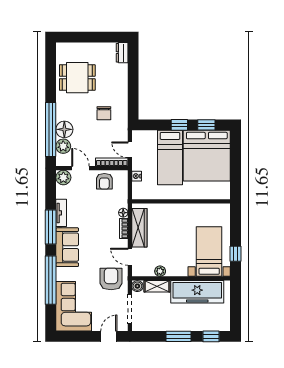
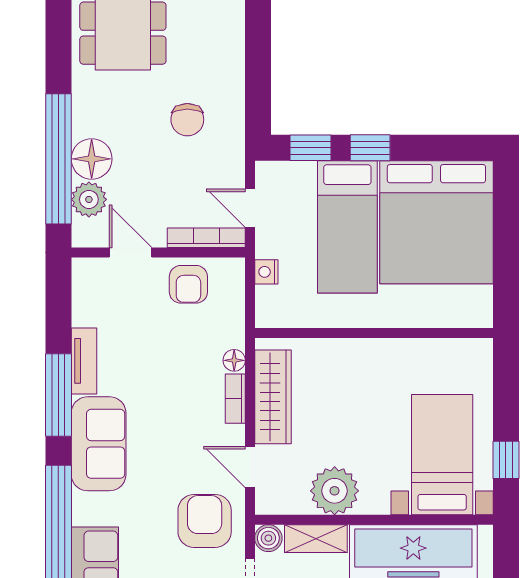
window: (206, 125) -> (310, 148), moved
plant: (63, 178) -> (89, 275), removed
plant: (160, 271) -> (335, 491), width x1.88, depth x1.88

